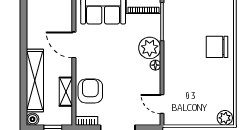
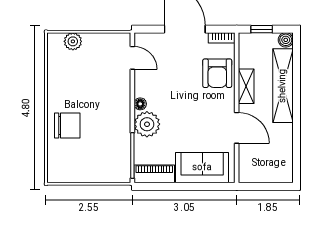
shelving: (66, 92) -> (246, 86), moved
plant: (225, 118) -> (73, 41), moved

